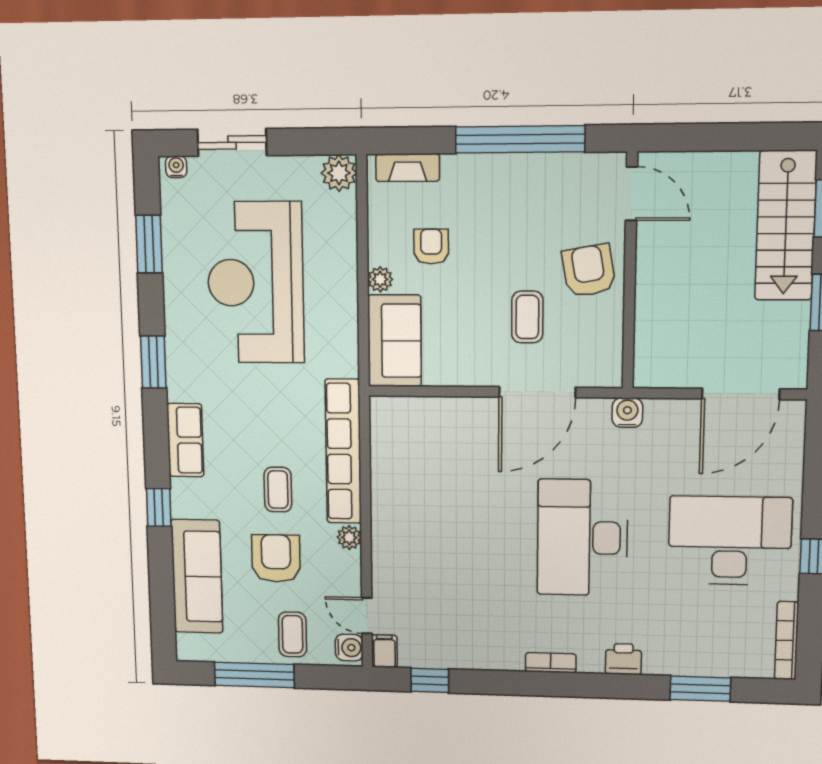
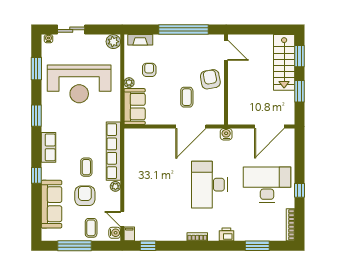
reception desk: (256, 283) -> (79, 84), turned -90

